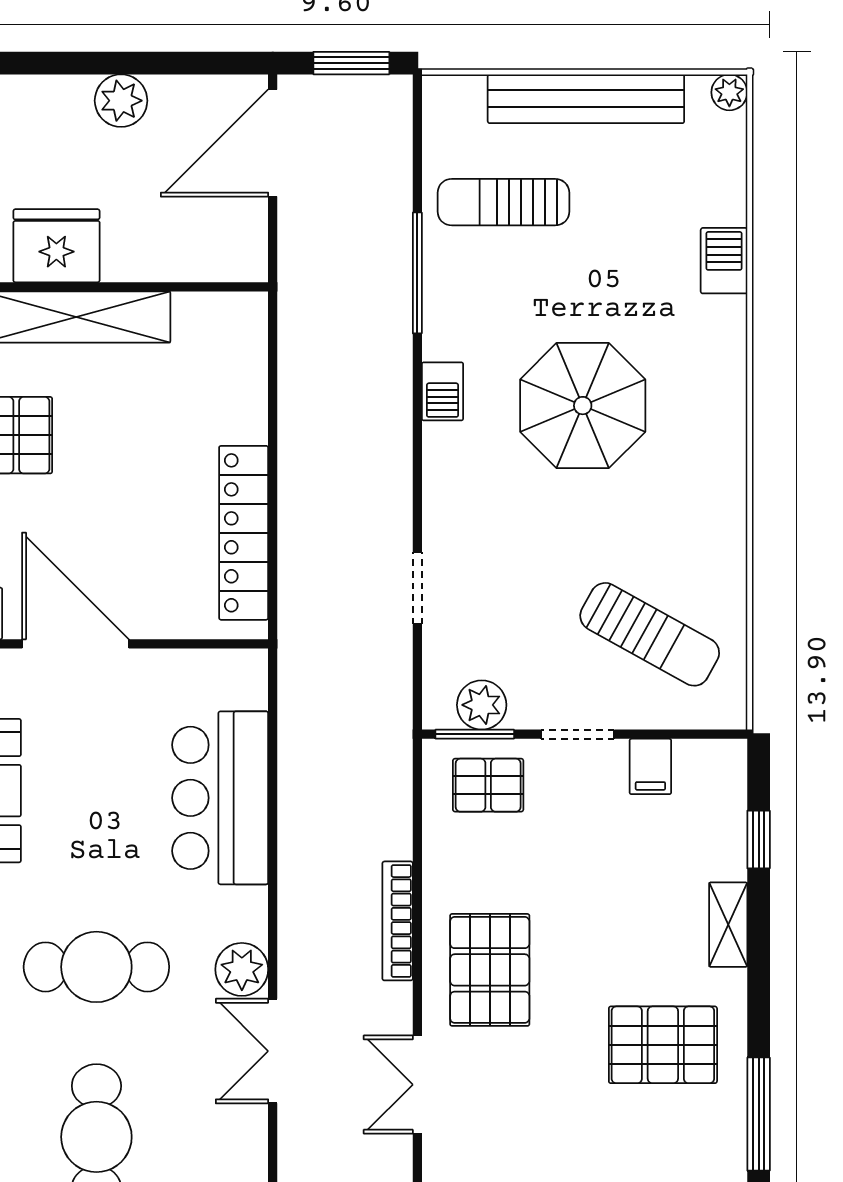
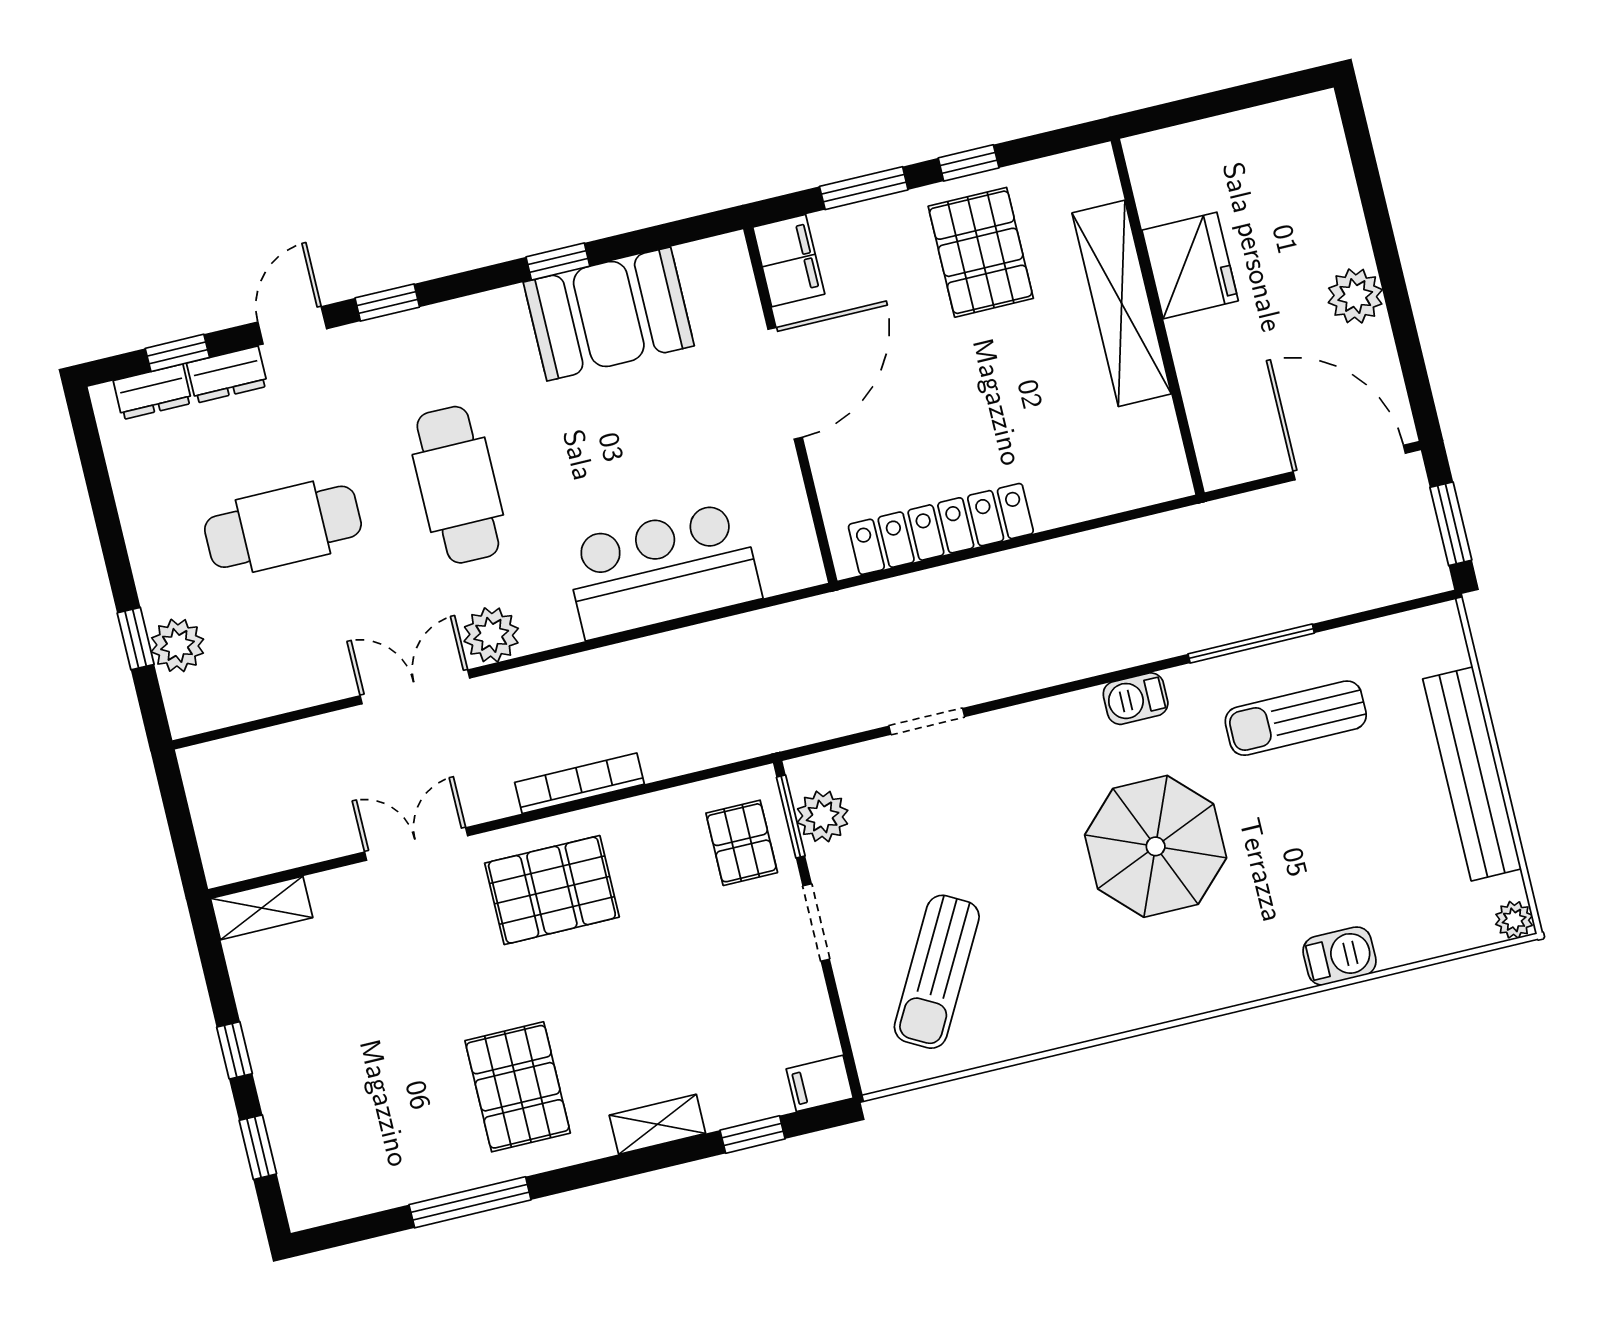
sun lounger: (503, 202) -> (1296, 718), moved, turned -90
filing cabinet: (650, 766) -> (820, 1083), moved

